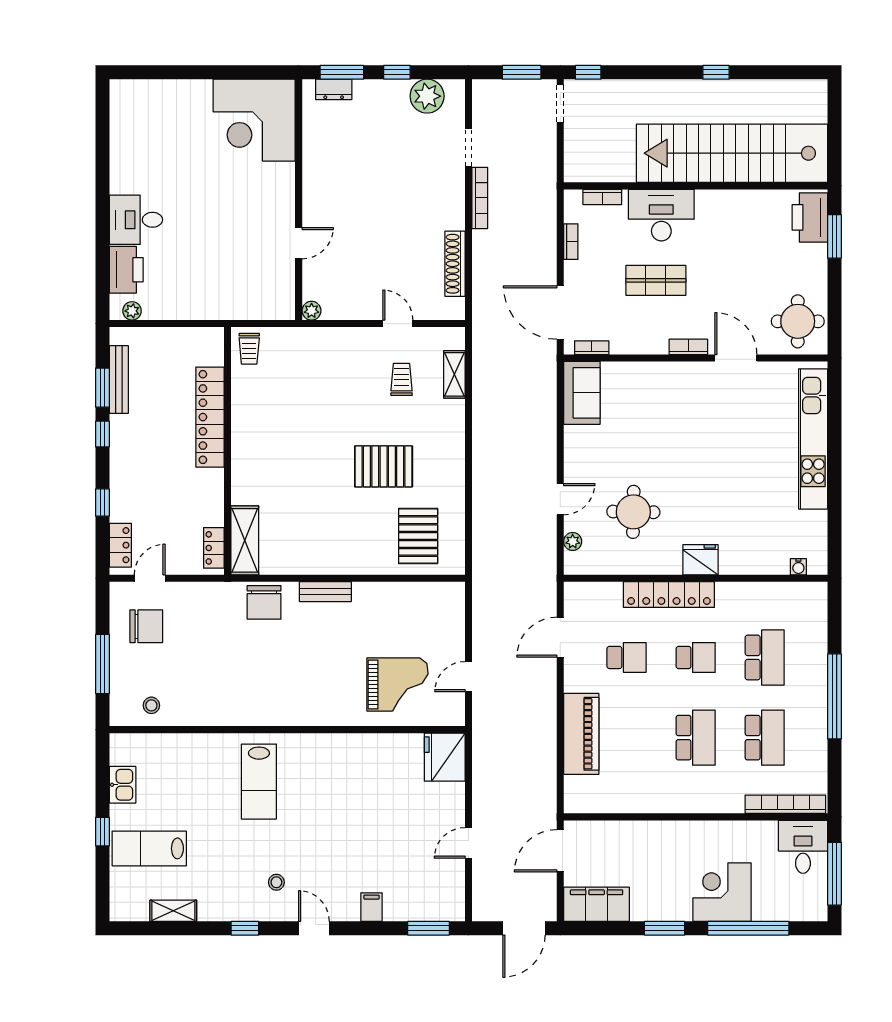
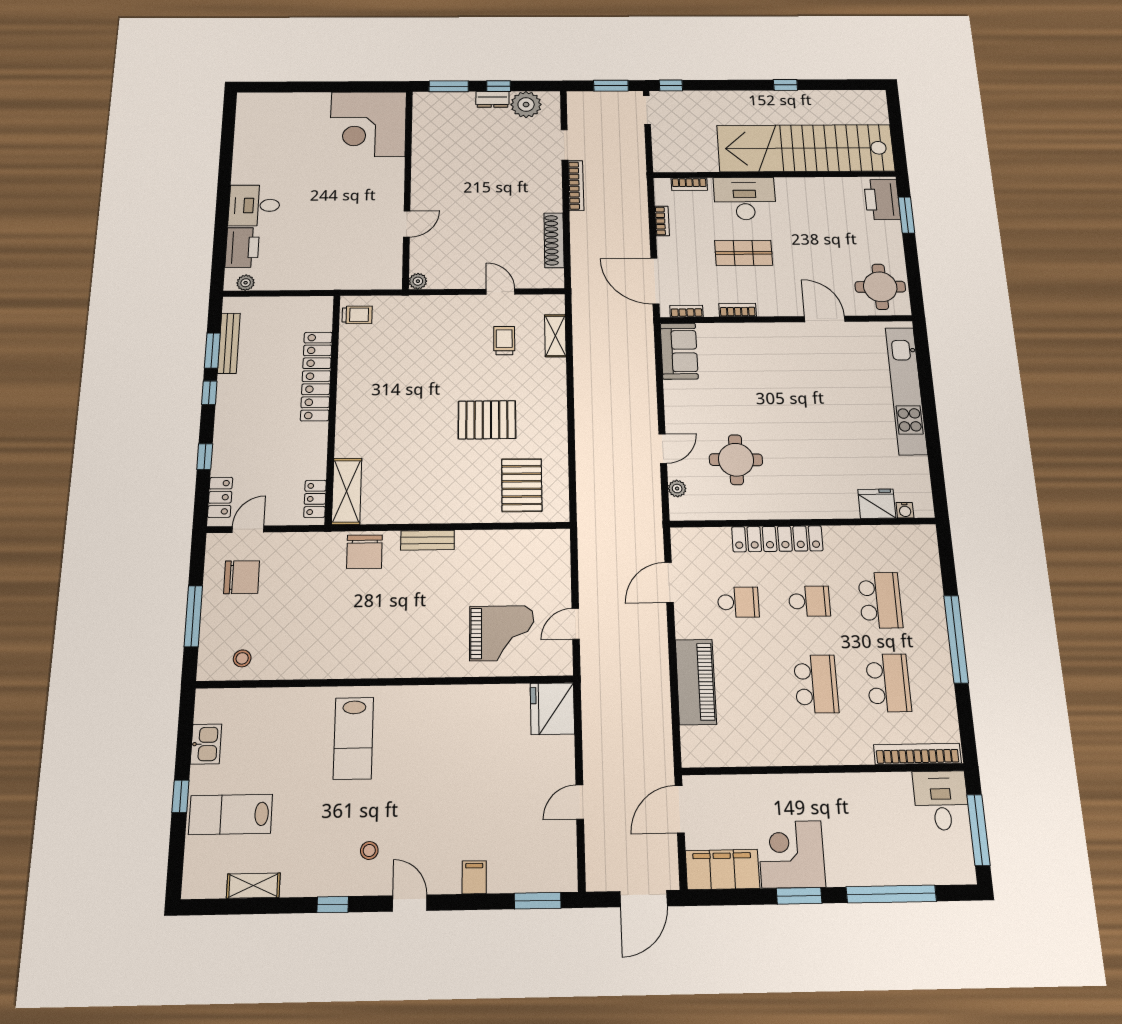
dresser: (334, 89) -> (492, 99), moved
bookcase: (688, 347) -> (738, 310), moved
trolley: (249, 349) -> (357, 315), turned -90
fridge: (701, 560) -> (877, 504), moved
corner desk: (722, 892) -> (791, 854), moved

